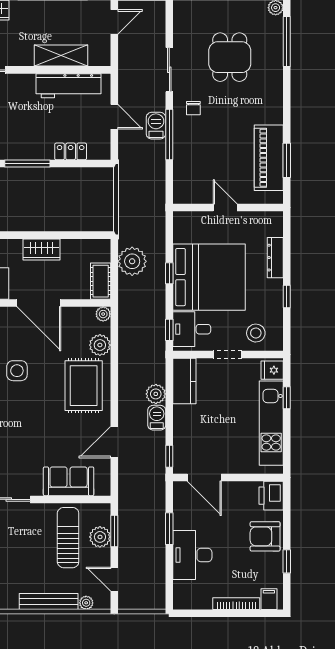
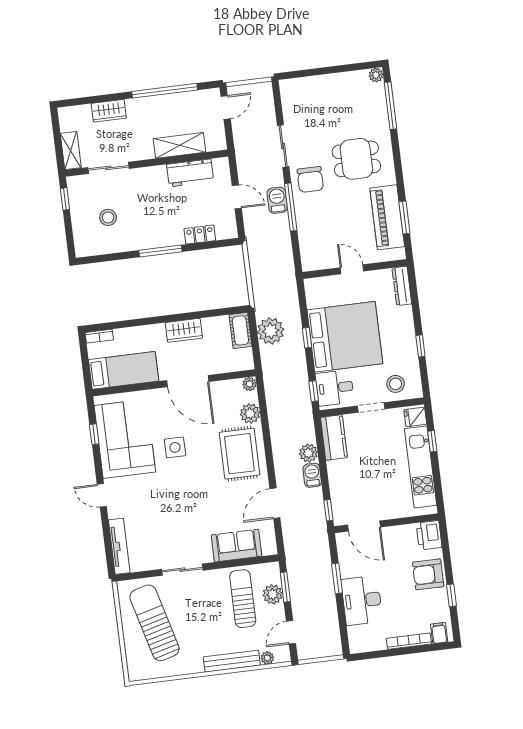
dining table: (230, 57) -> (356, 159), moved, turned 90
workbench: (68, 86) -> (190, 173), width x0.73
chair: (193, 108) -> (310, 179), width x1.87, depth x1.87
dresser: (275, 258) -> (402, 286), moved
cot: (101, 281) -> (240, 330), moved
door: (114, 579) -> (291, 632), hinge flipped

